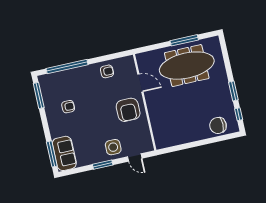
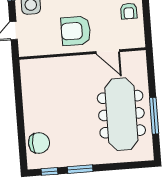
door: (140, 83) -> (108, 52), hinge flipped
chair: (218, 125) -> (39, 143), turned 90

